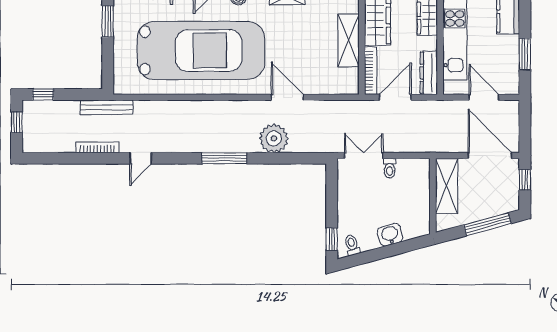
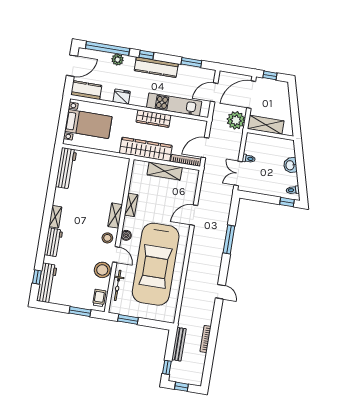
car: (201, 50) -> (156, 264), turned 180
dresser: (429, 73) -> (193, 124), removed
door: (395, 97) -> (205, 148), hinge flipped
bench: (107, 107) -> (179, 344), moved
plant: (274, 138) -> (236, 120), moved
door: (141, 158) -> (220, 292), moved
window: (224, 158) -> (229, 240), moved
window: (487, 224) -> (294, 103), removed

